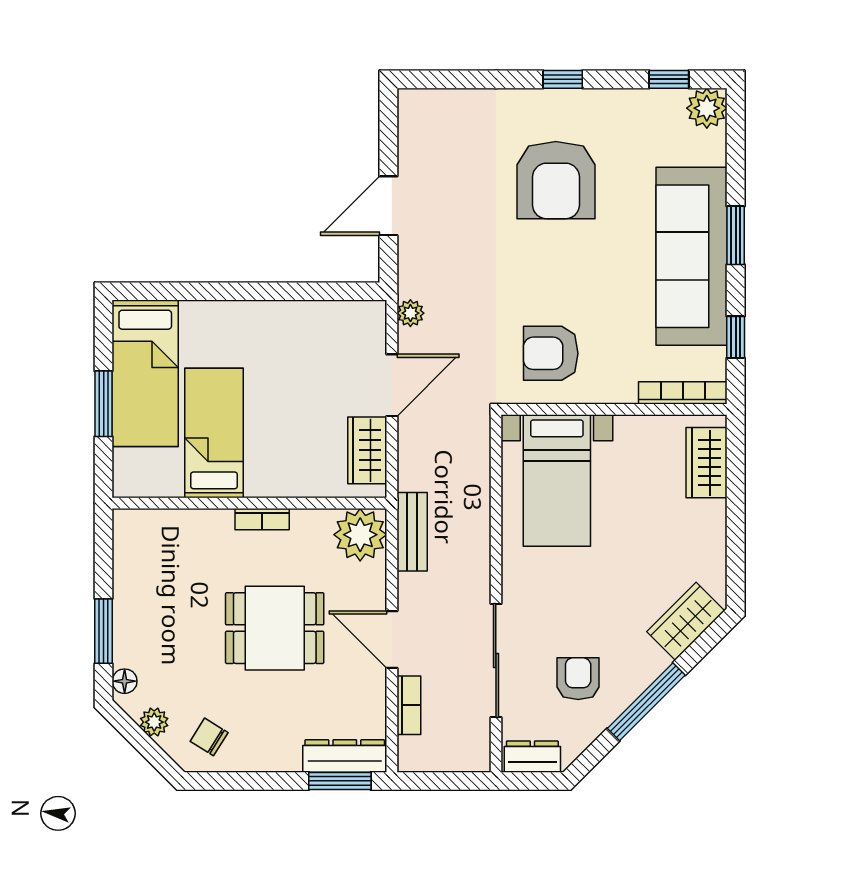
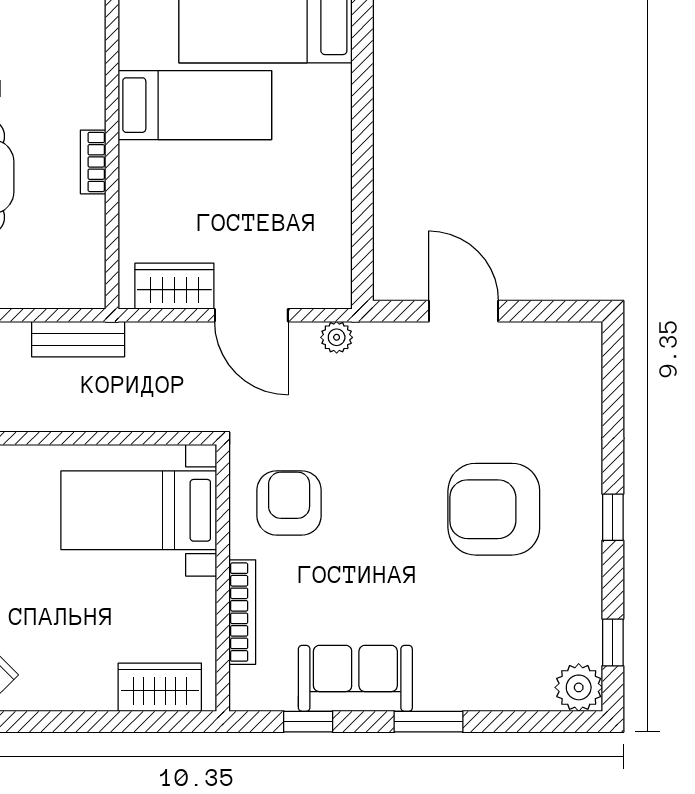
sofa: (692, 256) -> (355, 678), width x0.54, depth x0.79
bookcase: (683, 393) -> (242, 612), moved
plant: (360, 535) -> (75, 278), removed

